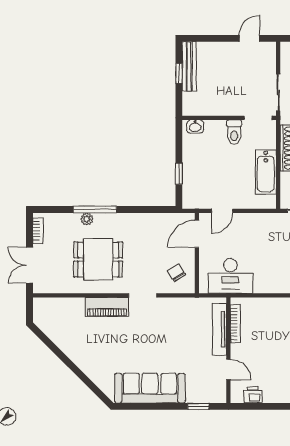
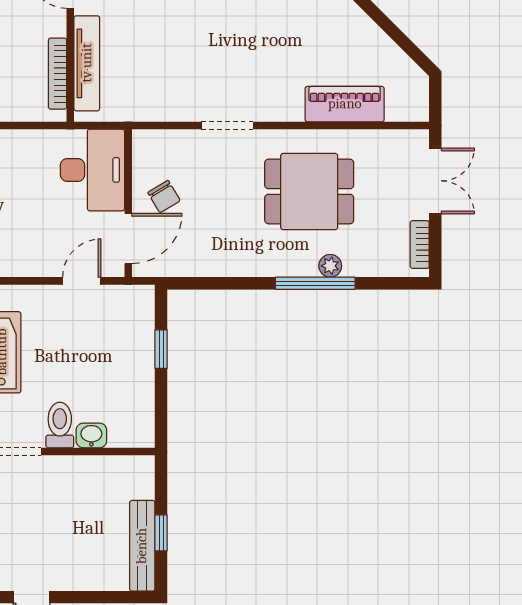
washbasin: (195, 127) -> (91, 435), moved
chair: (177, 273) -> (164, 197), moved
desk: (230, 276) -> (92, 170), moved, turned 90
piano: (107, 307) -> (345, 104), moved

